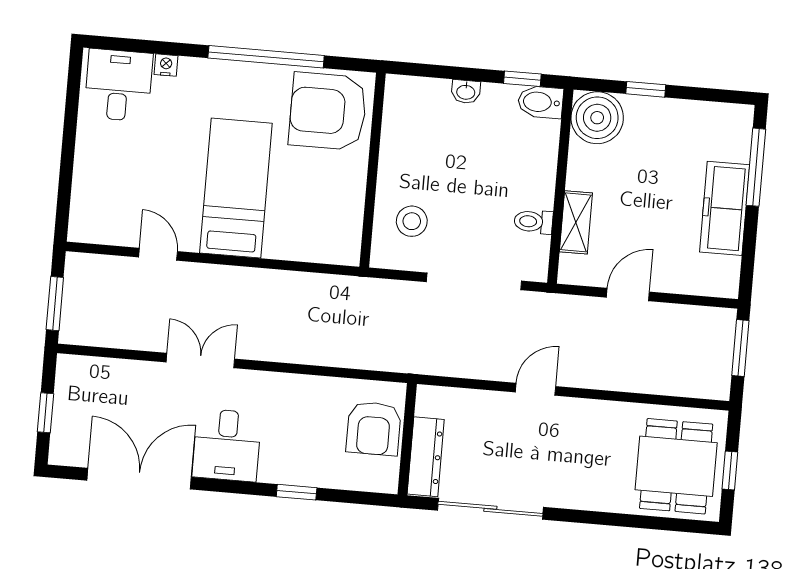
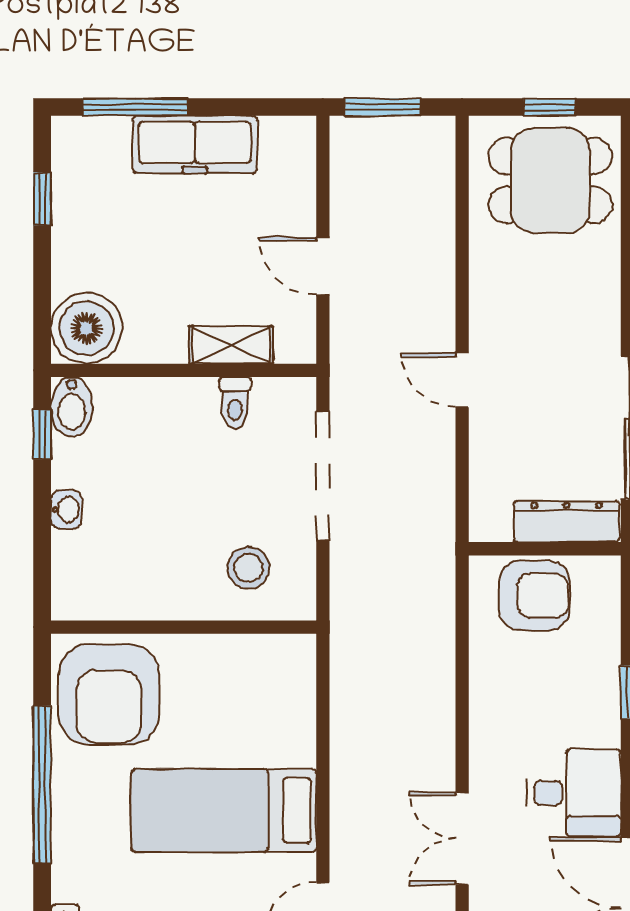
window: (646, 89) -> (42, 199), moved

